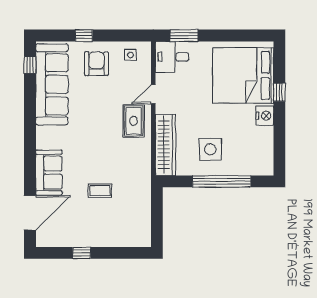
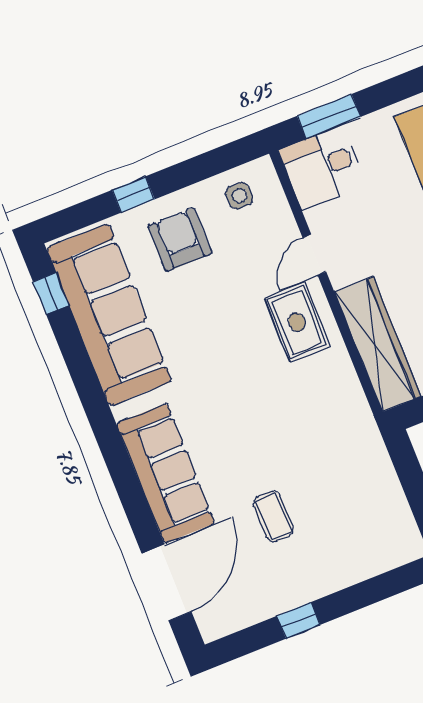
sofa: (49, 173) -> (166, 473), width x1.36
coffee table: (100, 191) -> (273, 516), moved, turned 90

